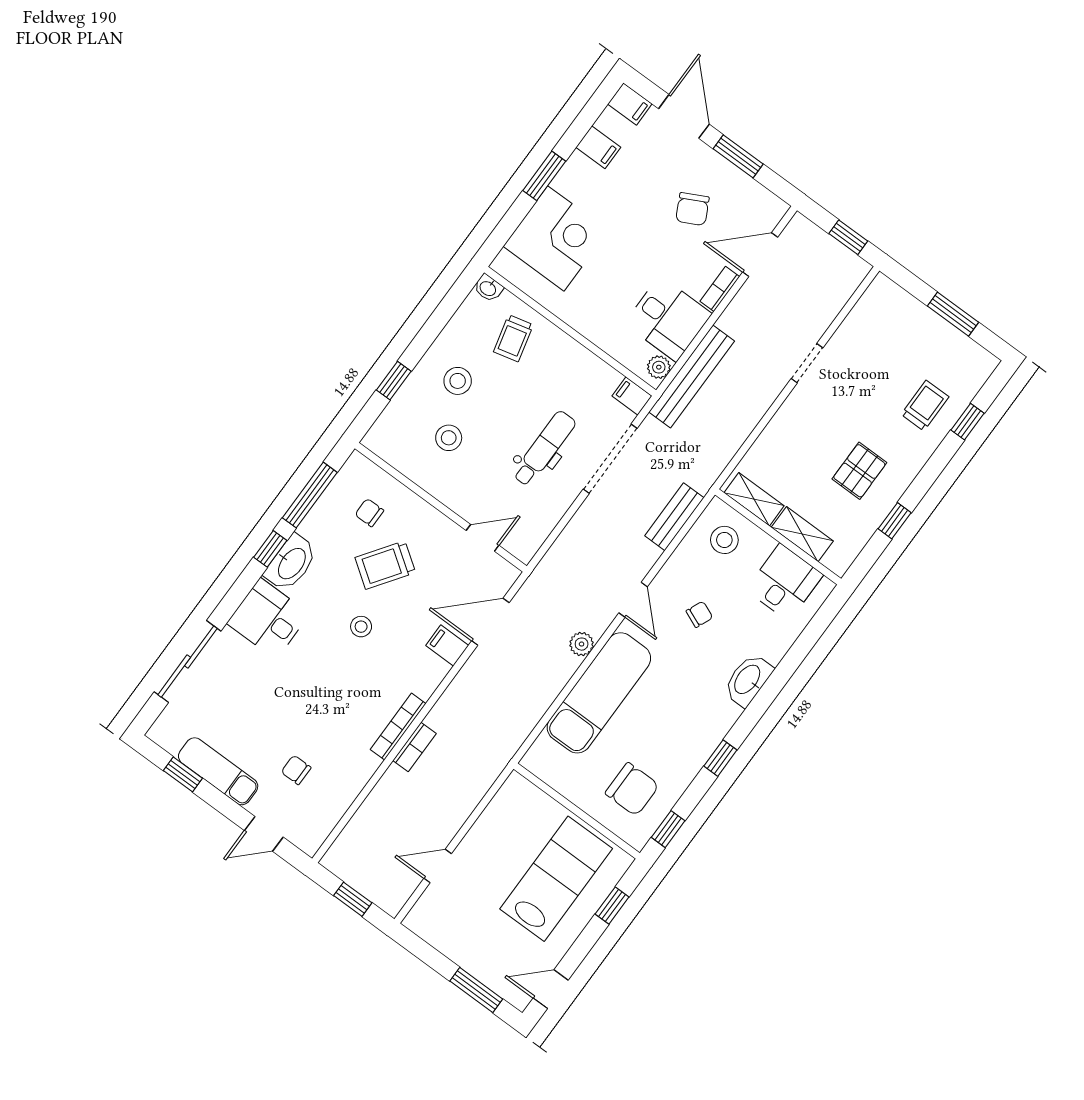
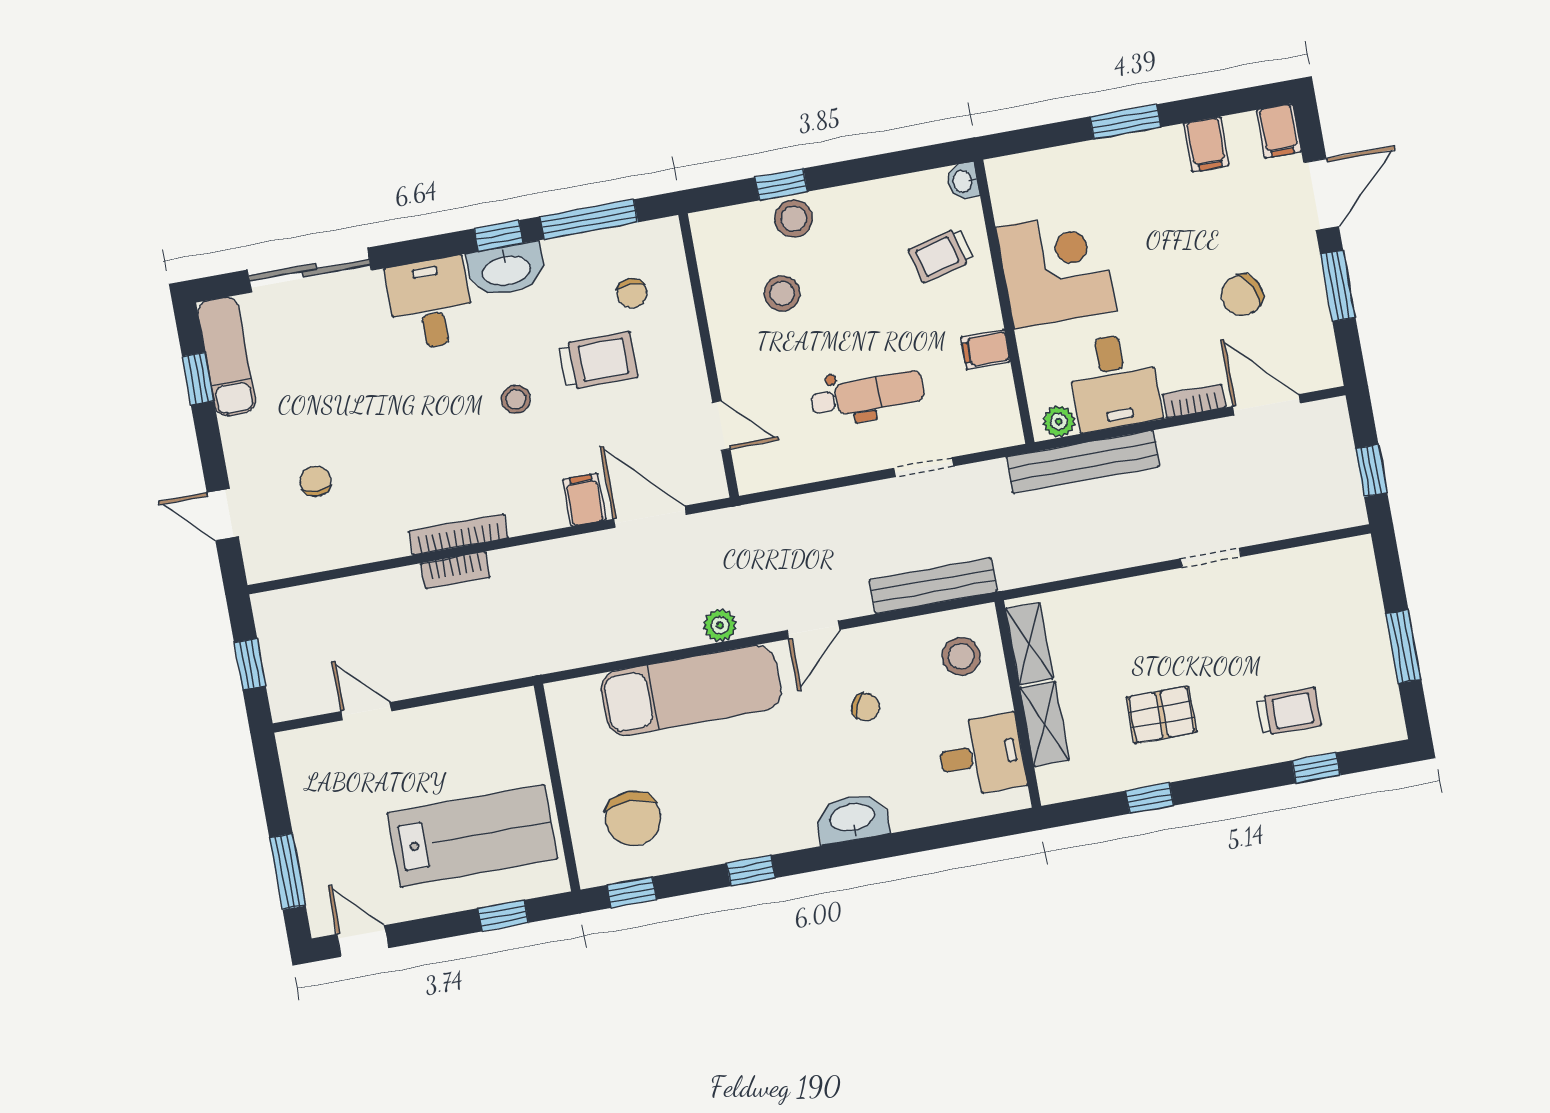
corner desk: (556, 238) -> (1056, 269), moved, turned -90
stool: (458, 381) -> (794, 219), moved
filing cabinet: (632, 396) -> (986, 349), moved, turned -90
doorway: (610, 459) -> (924, 467), width x0.53
chair: (369, 513) -> (632, 293), turned 180
bench: (674, 517) -> (933, 586), width x1.36
trolley: (385, 565) -> (598, 361), turned 145
exam couch: (218, 771) -> (227, 357), moved

